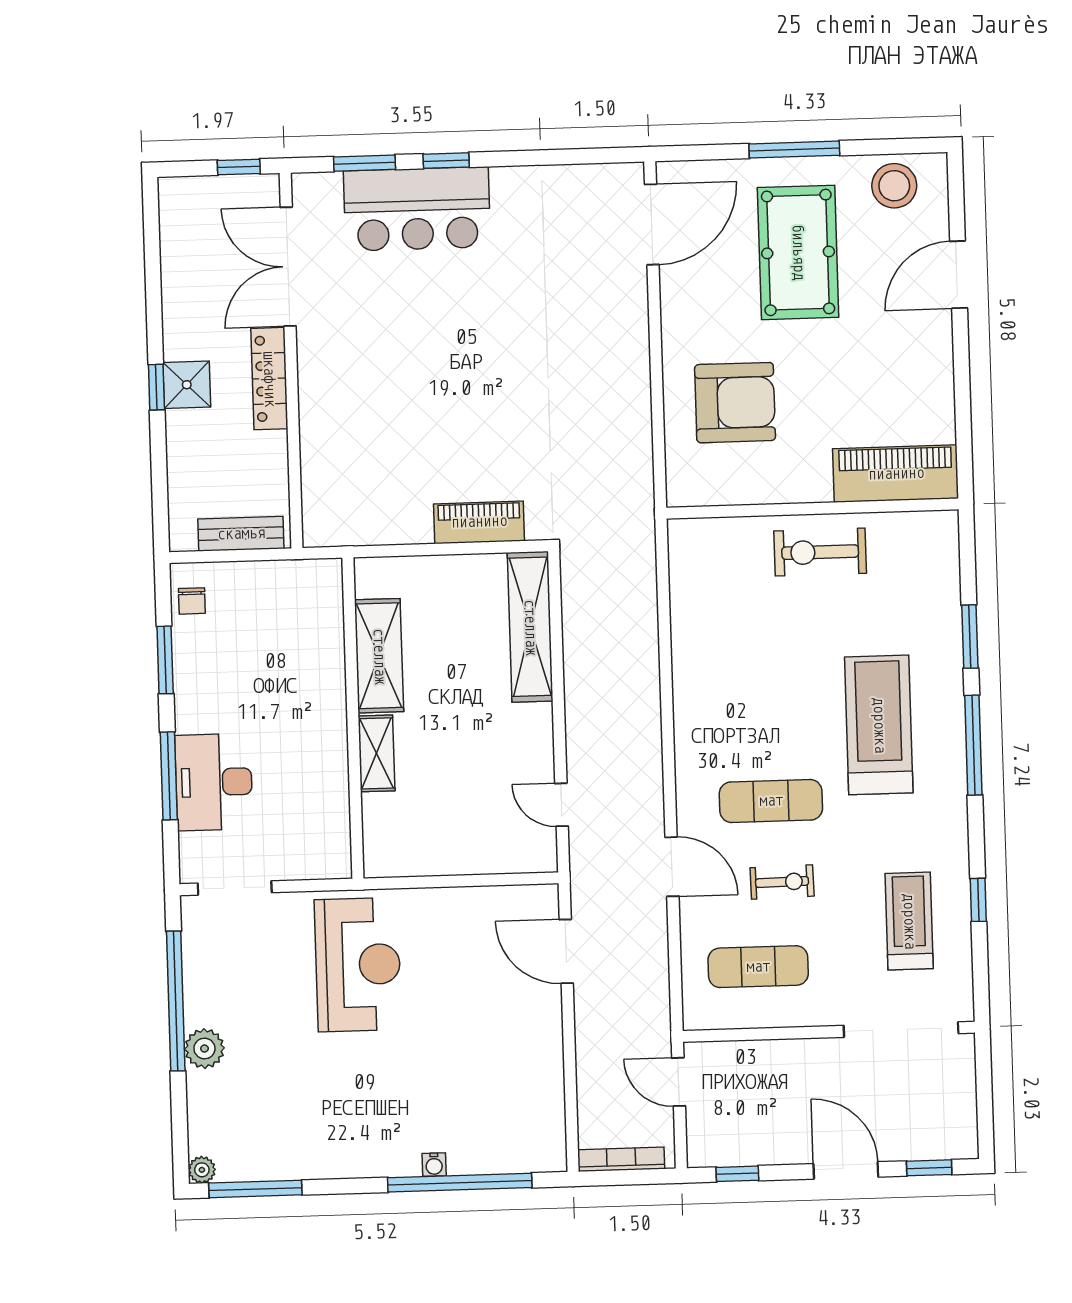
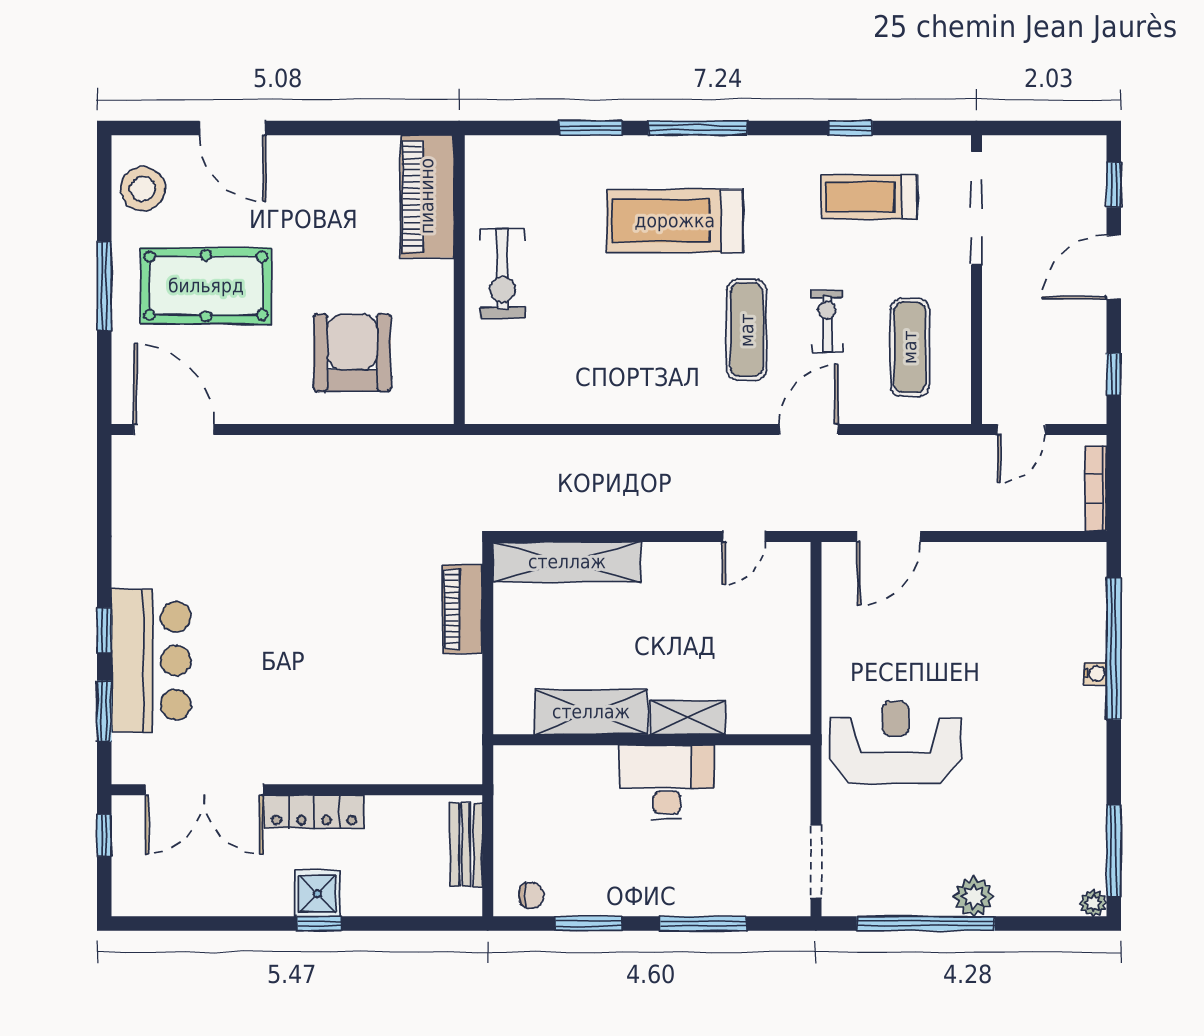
desk: (214, 782) -> (667, 782), moved, turned 180

